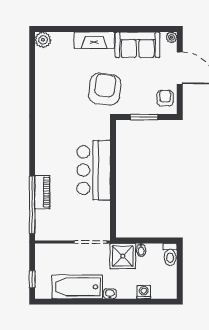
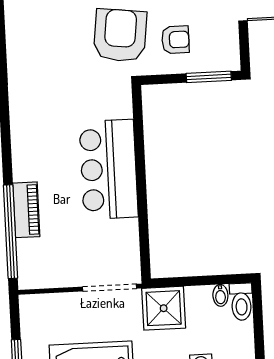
armchair: (165, 98) -> (175, 40), moved, turned 90
window: (144, 117) -> (209, 77), moved
bidet: (141, 250) -> (220, 295), moved

